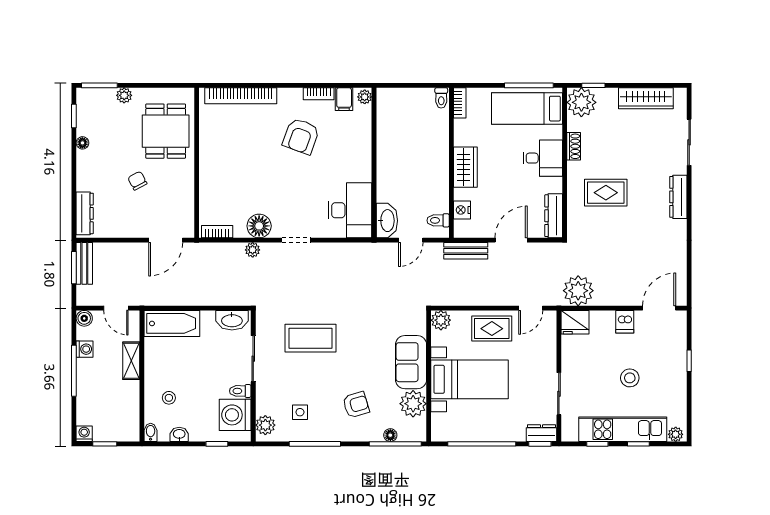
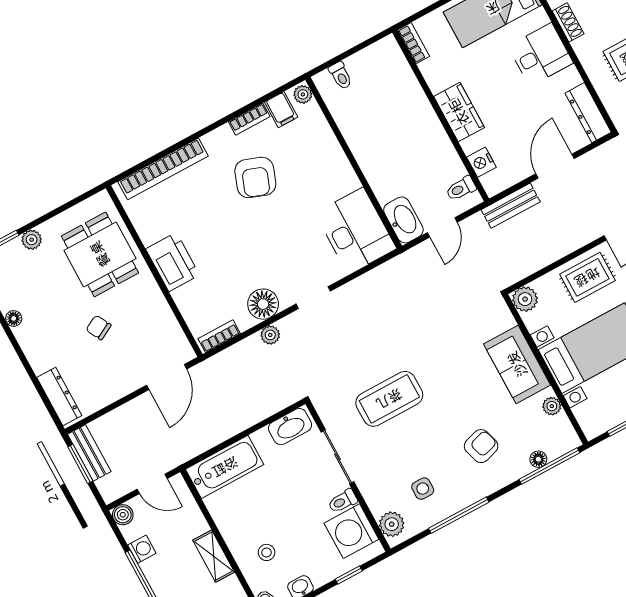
toilet: (441, 98) -> (341, 76), moved
printer: (213, 163) -> (173, 262), added
shelving: (131, 361) -> (214, 556), moved
plant: (413, 404) -> (552, 406), width x0.53, depth x0.53

